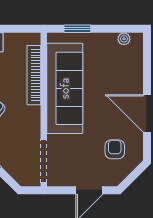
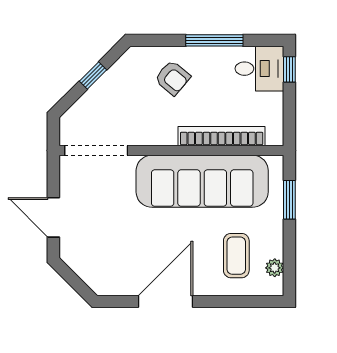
coffee table: (116, 65) -> (236, 256), added
armchair: (115, 149) -> (113, 254), removed

